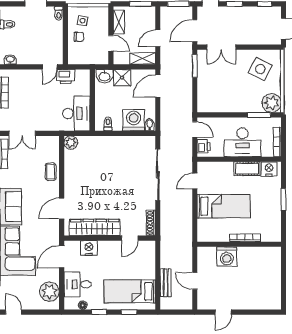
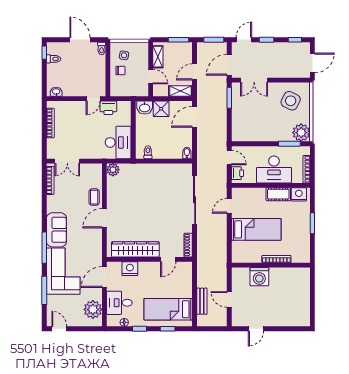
washing machine: (134, 120) -> (172, 149), removed
door: (62, 208) -> (104, 218), moved

